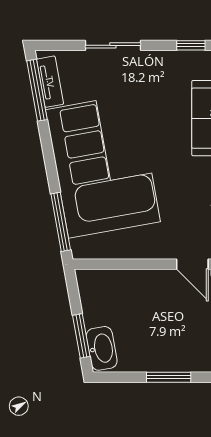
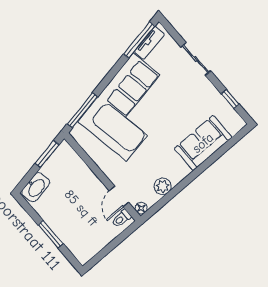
window: (81, 336) -> (47, 154), moved

